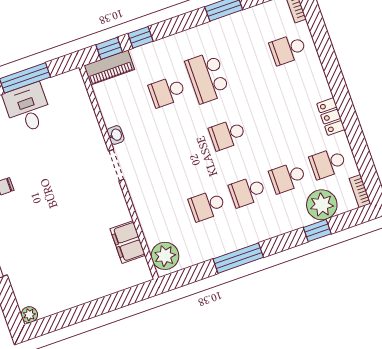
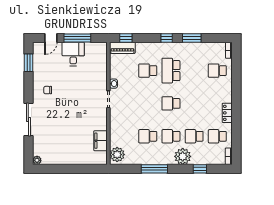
window: (140, 37) -> (167, 38), moved
plant: (322, 205) -> (183, 156), moved

